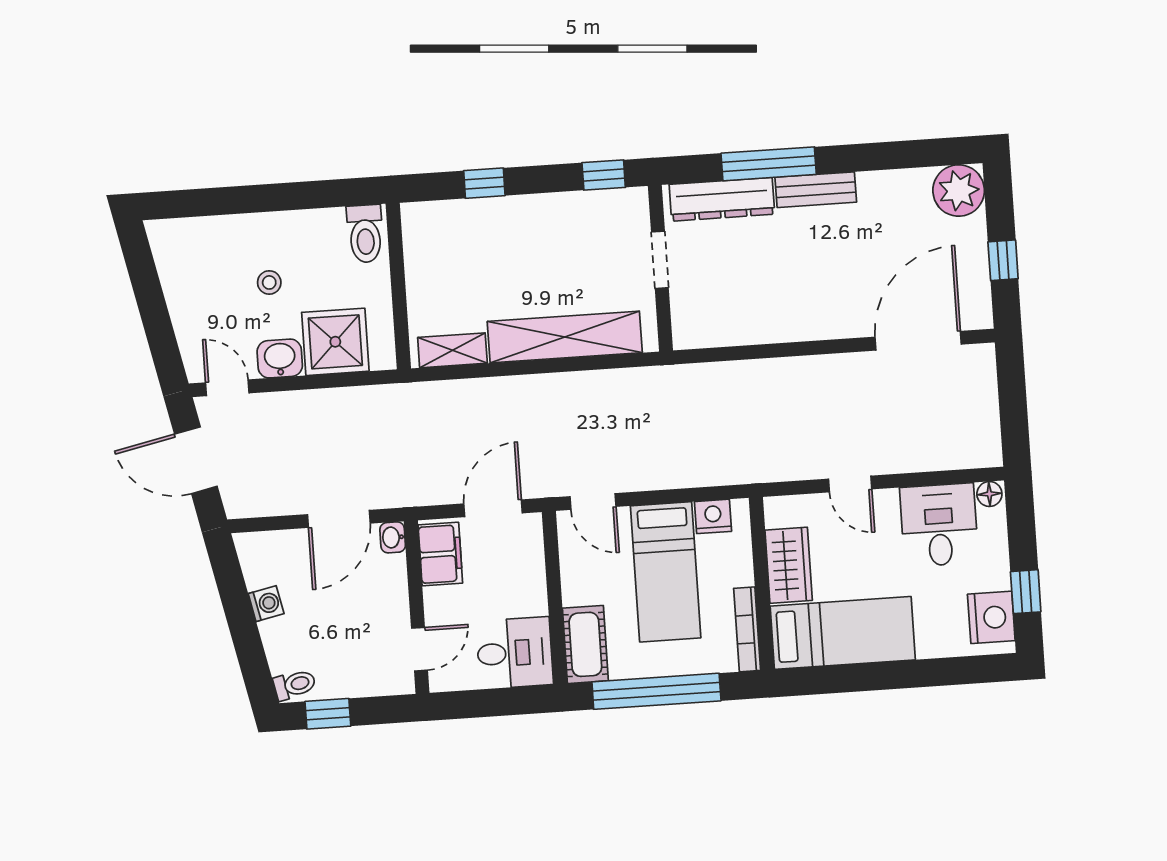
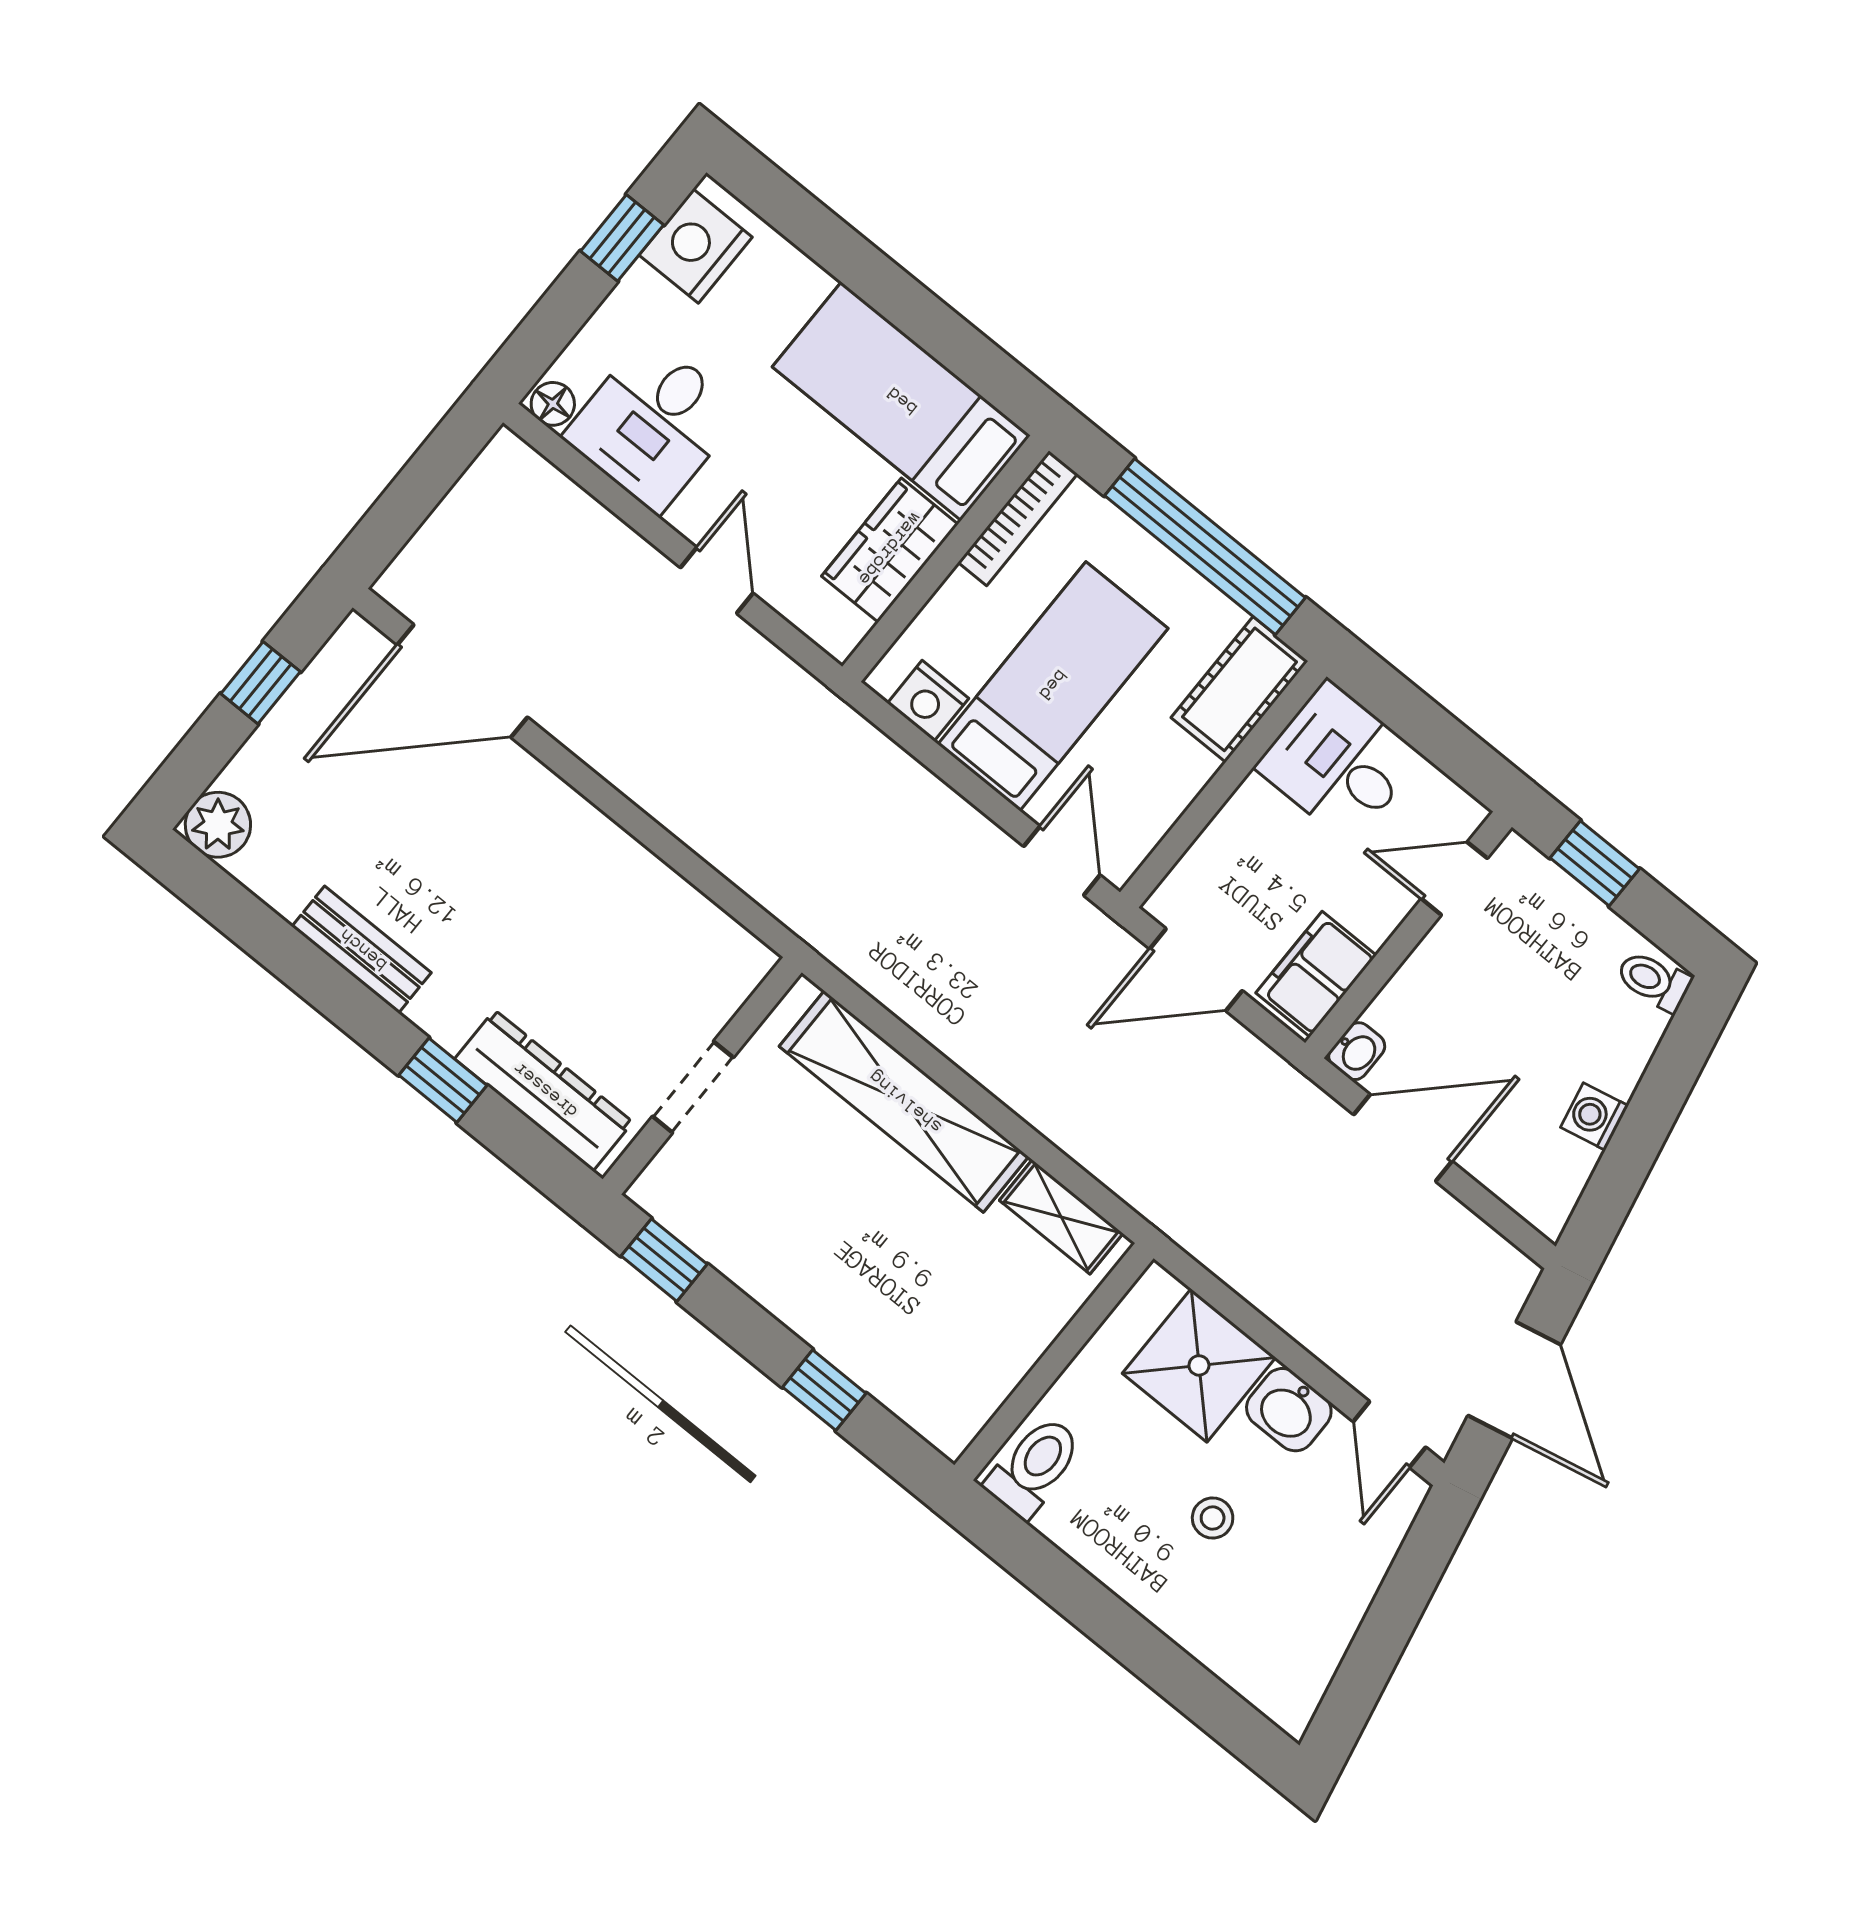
window: (769, 164) -> (443, 1080), width x0.46
bench: (816, 190) -> (362, 950), moved
plant: (959, 190) -> (218, 825), width x0.73, depth x0.73
window: (328, 714) -> (1595, 863), moved

